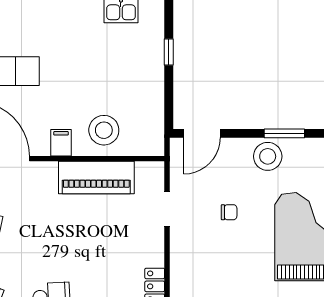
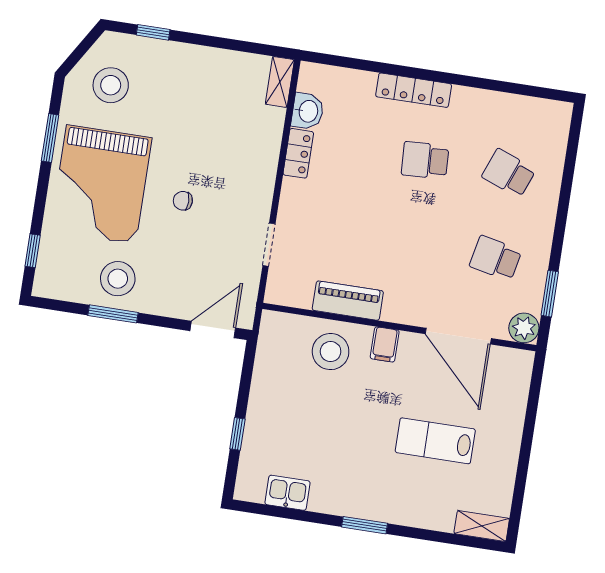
stool: (268, 156) -> (118, 279), moved
piano: (96, 178) -> (348, 301), width x0.73, depth x0.75
chair: (229, 212) -> (183, 201), moved

